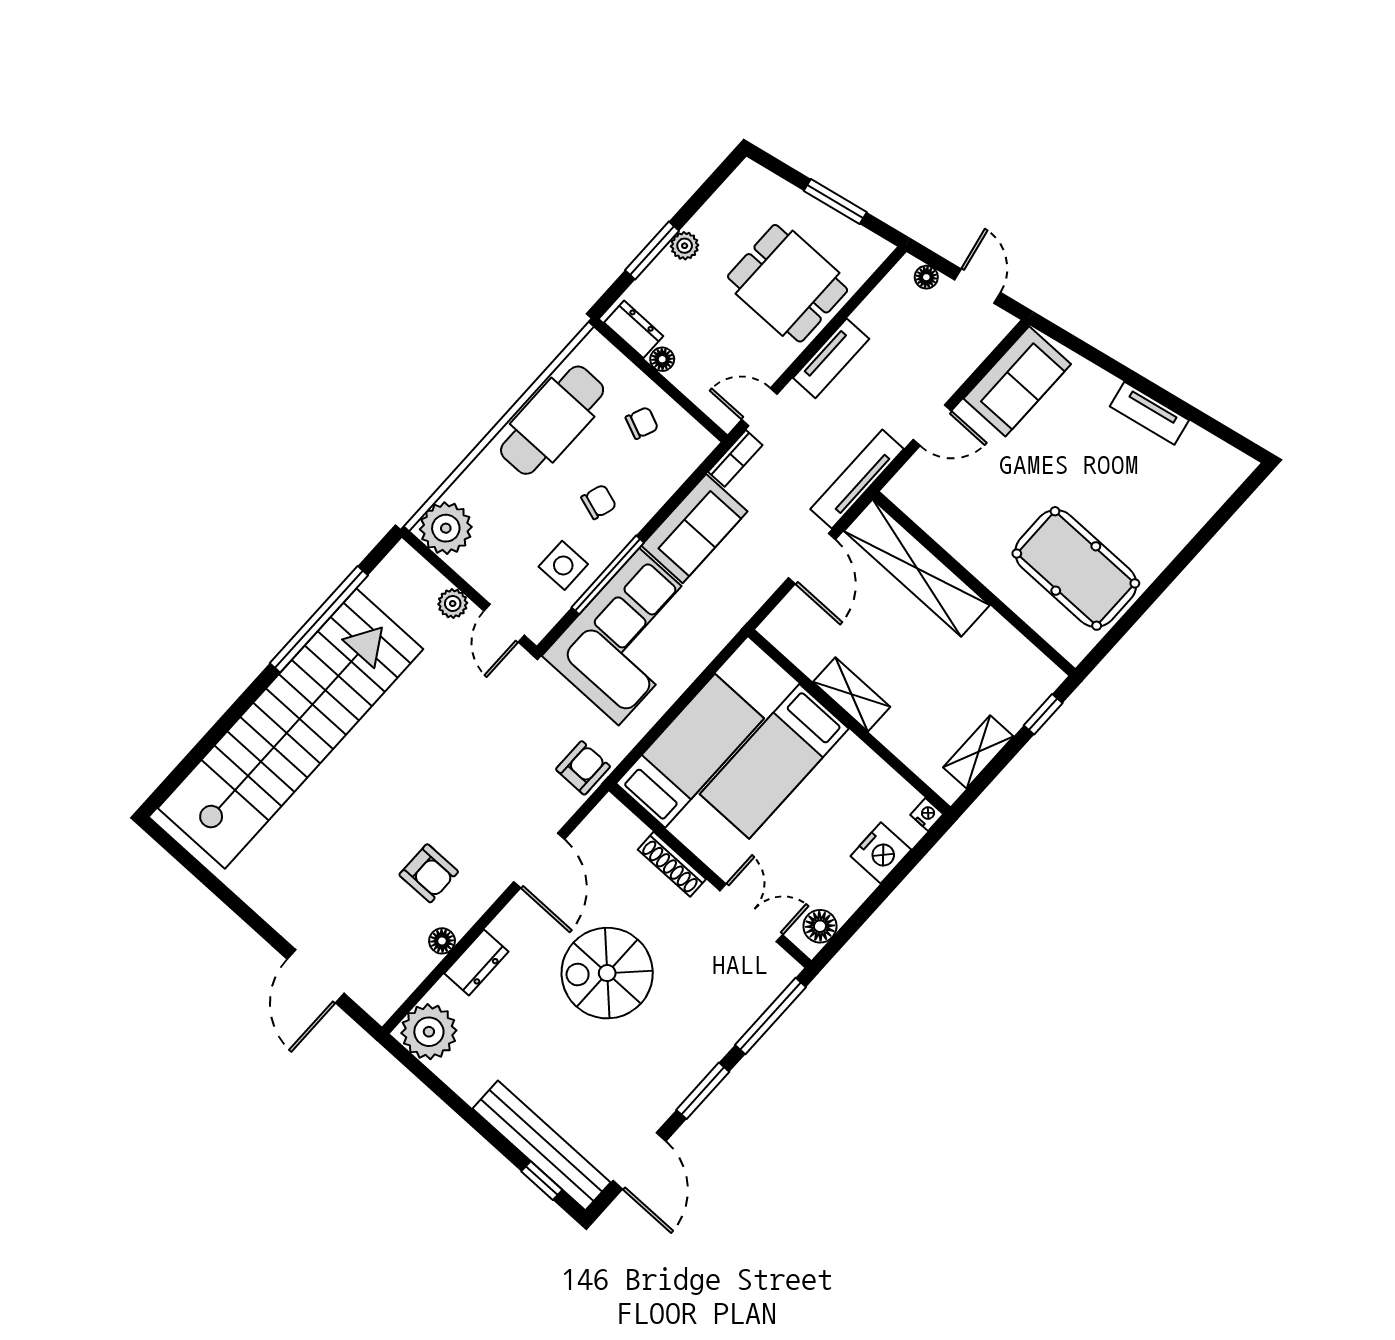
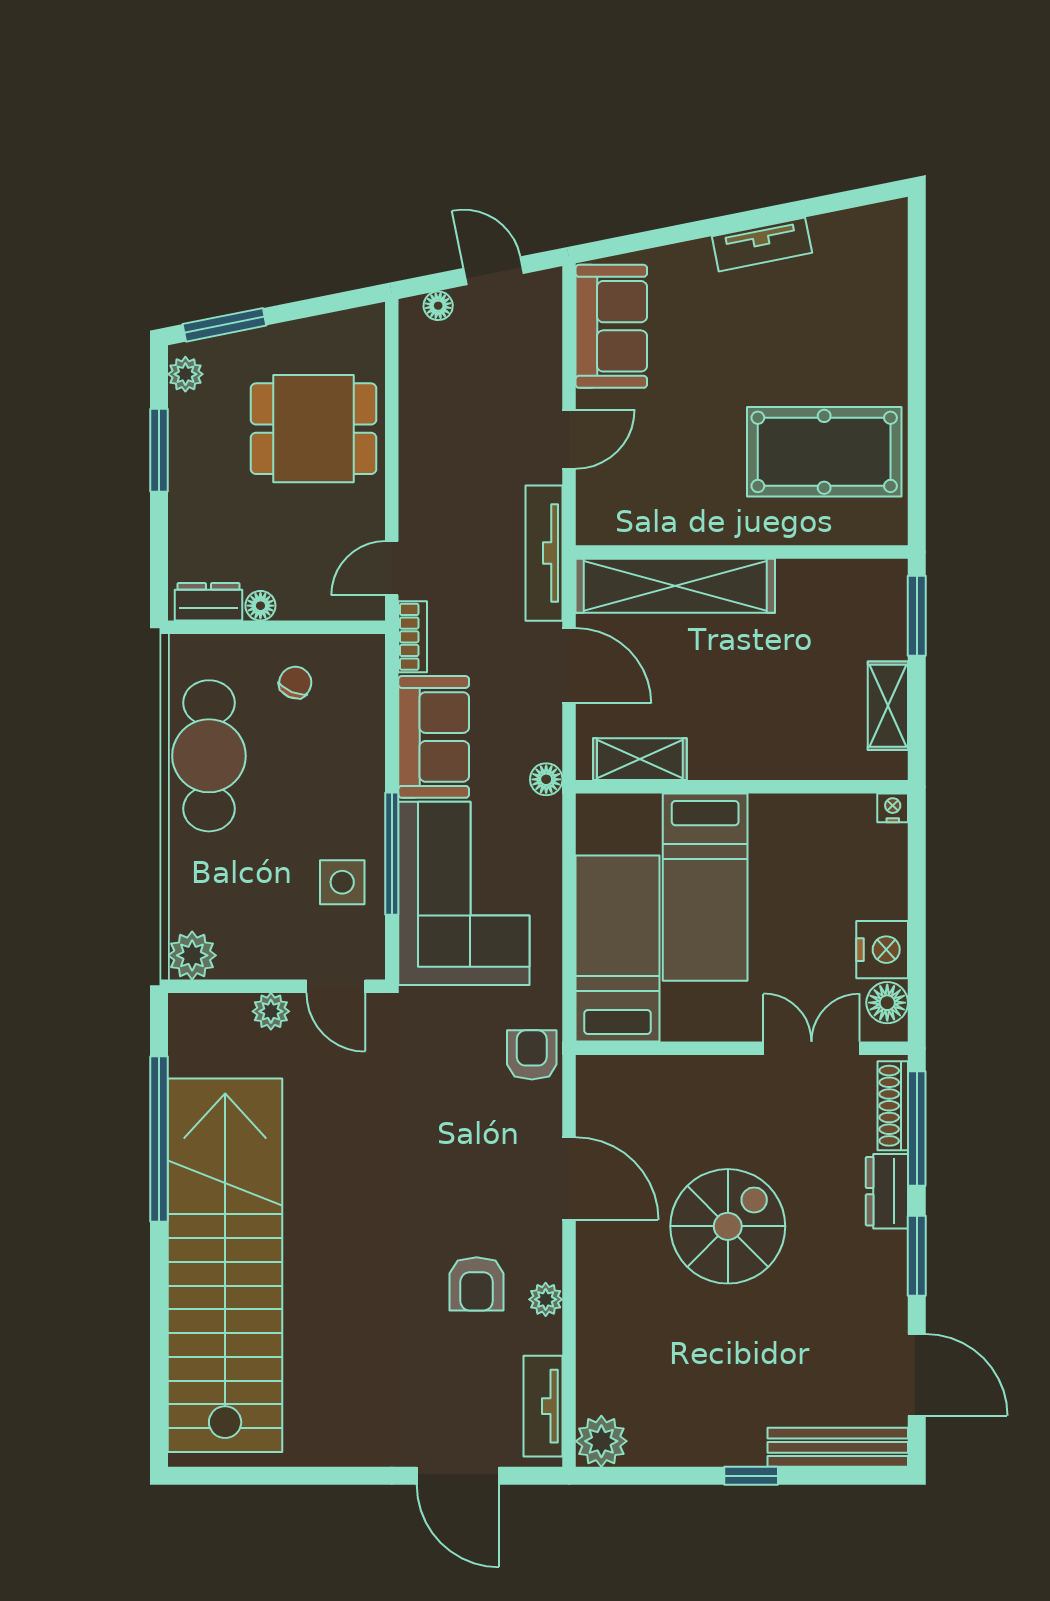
window: (835, 201) -> (224, 325), moved
plant: (685, 246) -> (185, 374), moved
window: (652, 251) -> (159, 450), moved
tv unit: (831, 358) -> (543, 1406), moved, turned 180
chair: (599, 502) -> (322, 793), removed
plant: (446, 528) -> (192, 955), width x0.73, depth x0.73
shelving: (852, 694) -> (640, 759), moved
window: (1043, 714) -> (917, 616), width x1.50
nightstand: (881, 853) -> (882, 950), moved
shoe rack: (672, 864) -> (893, 1106), moved, turned 90
armchair: (429, 873) -> (477, 1284), turned 90
plant: (461, 919) -> (546, 1299), added
floor lamp: (442, 941) -> (546, 779), moved
dresser: (476, 963) -> (887, 1191), moved, turned 180
spiral stairs: (607, 973) -> (728, 1226), turned 180
plant: (429, 1032) -> (601, 1441), width x0.73, depth x0.73
bench: (542, 1145) -> (838, 1447), width x0.73, depth x0.82
window: (542, 1181) -> (751, 1476), moved

